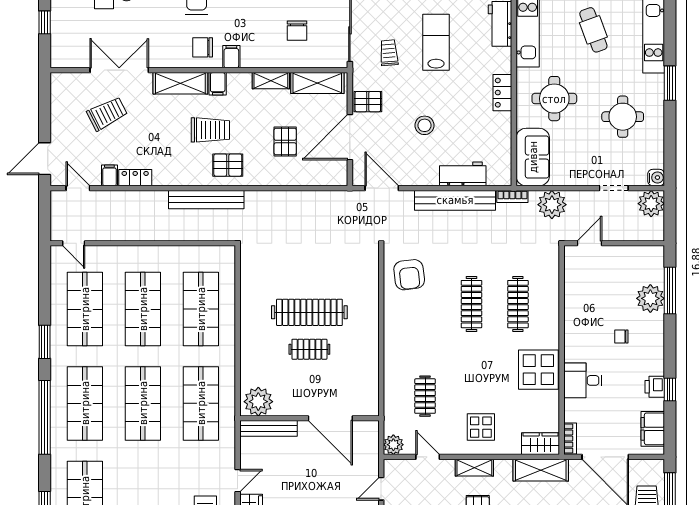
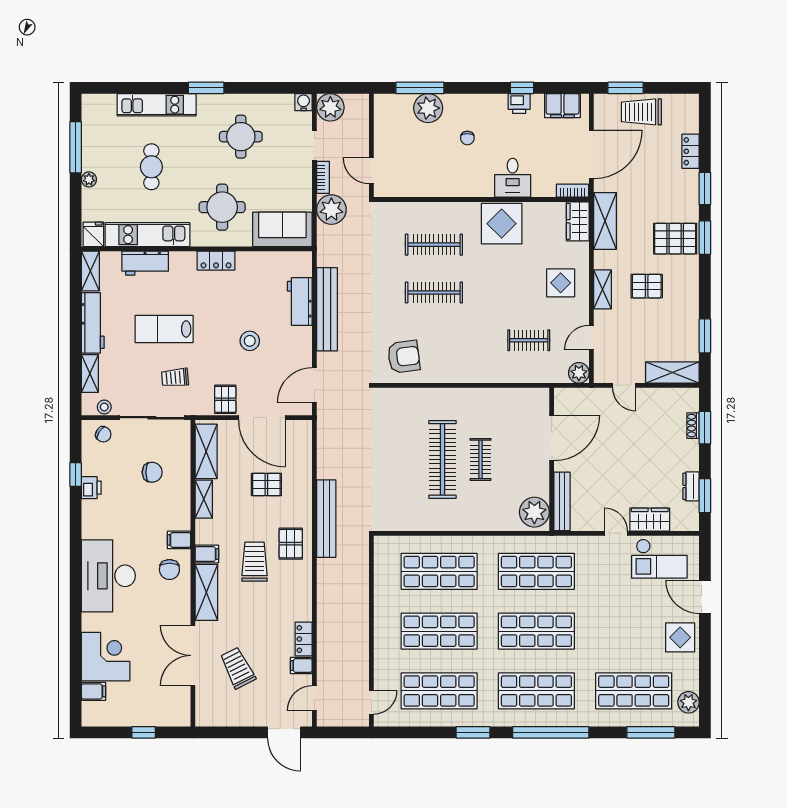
cafe table: (593, 30) -> (151, 167), turned -70
bookcase: (512, 196) -> (323, 177), moved
bench: (206, 200) -> (326, 519), moved

